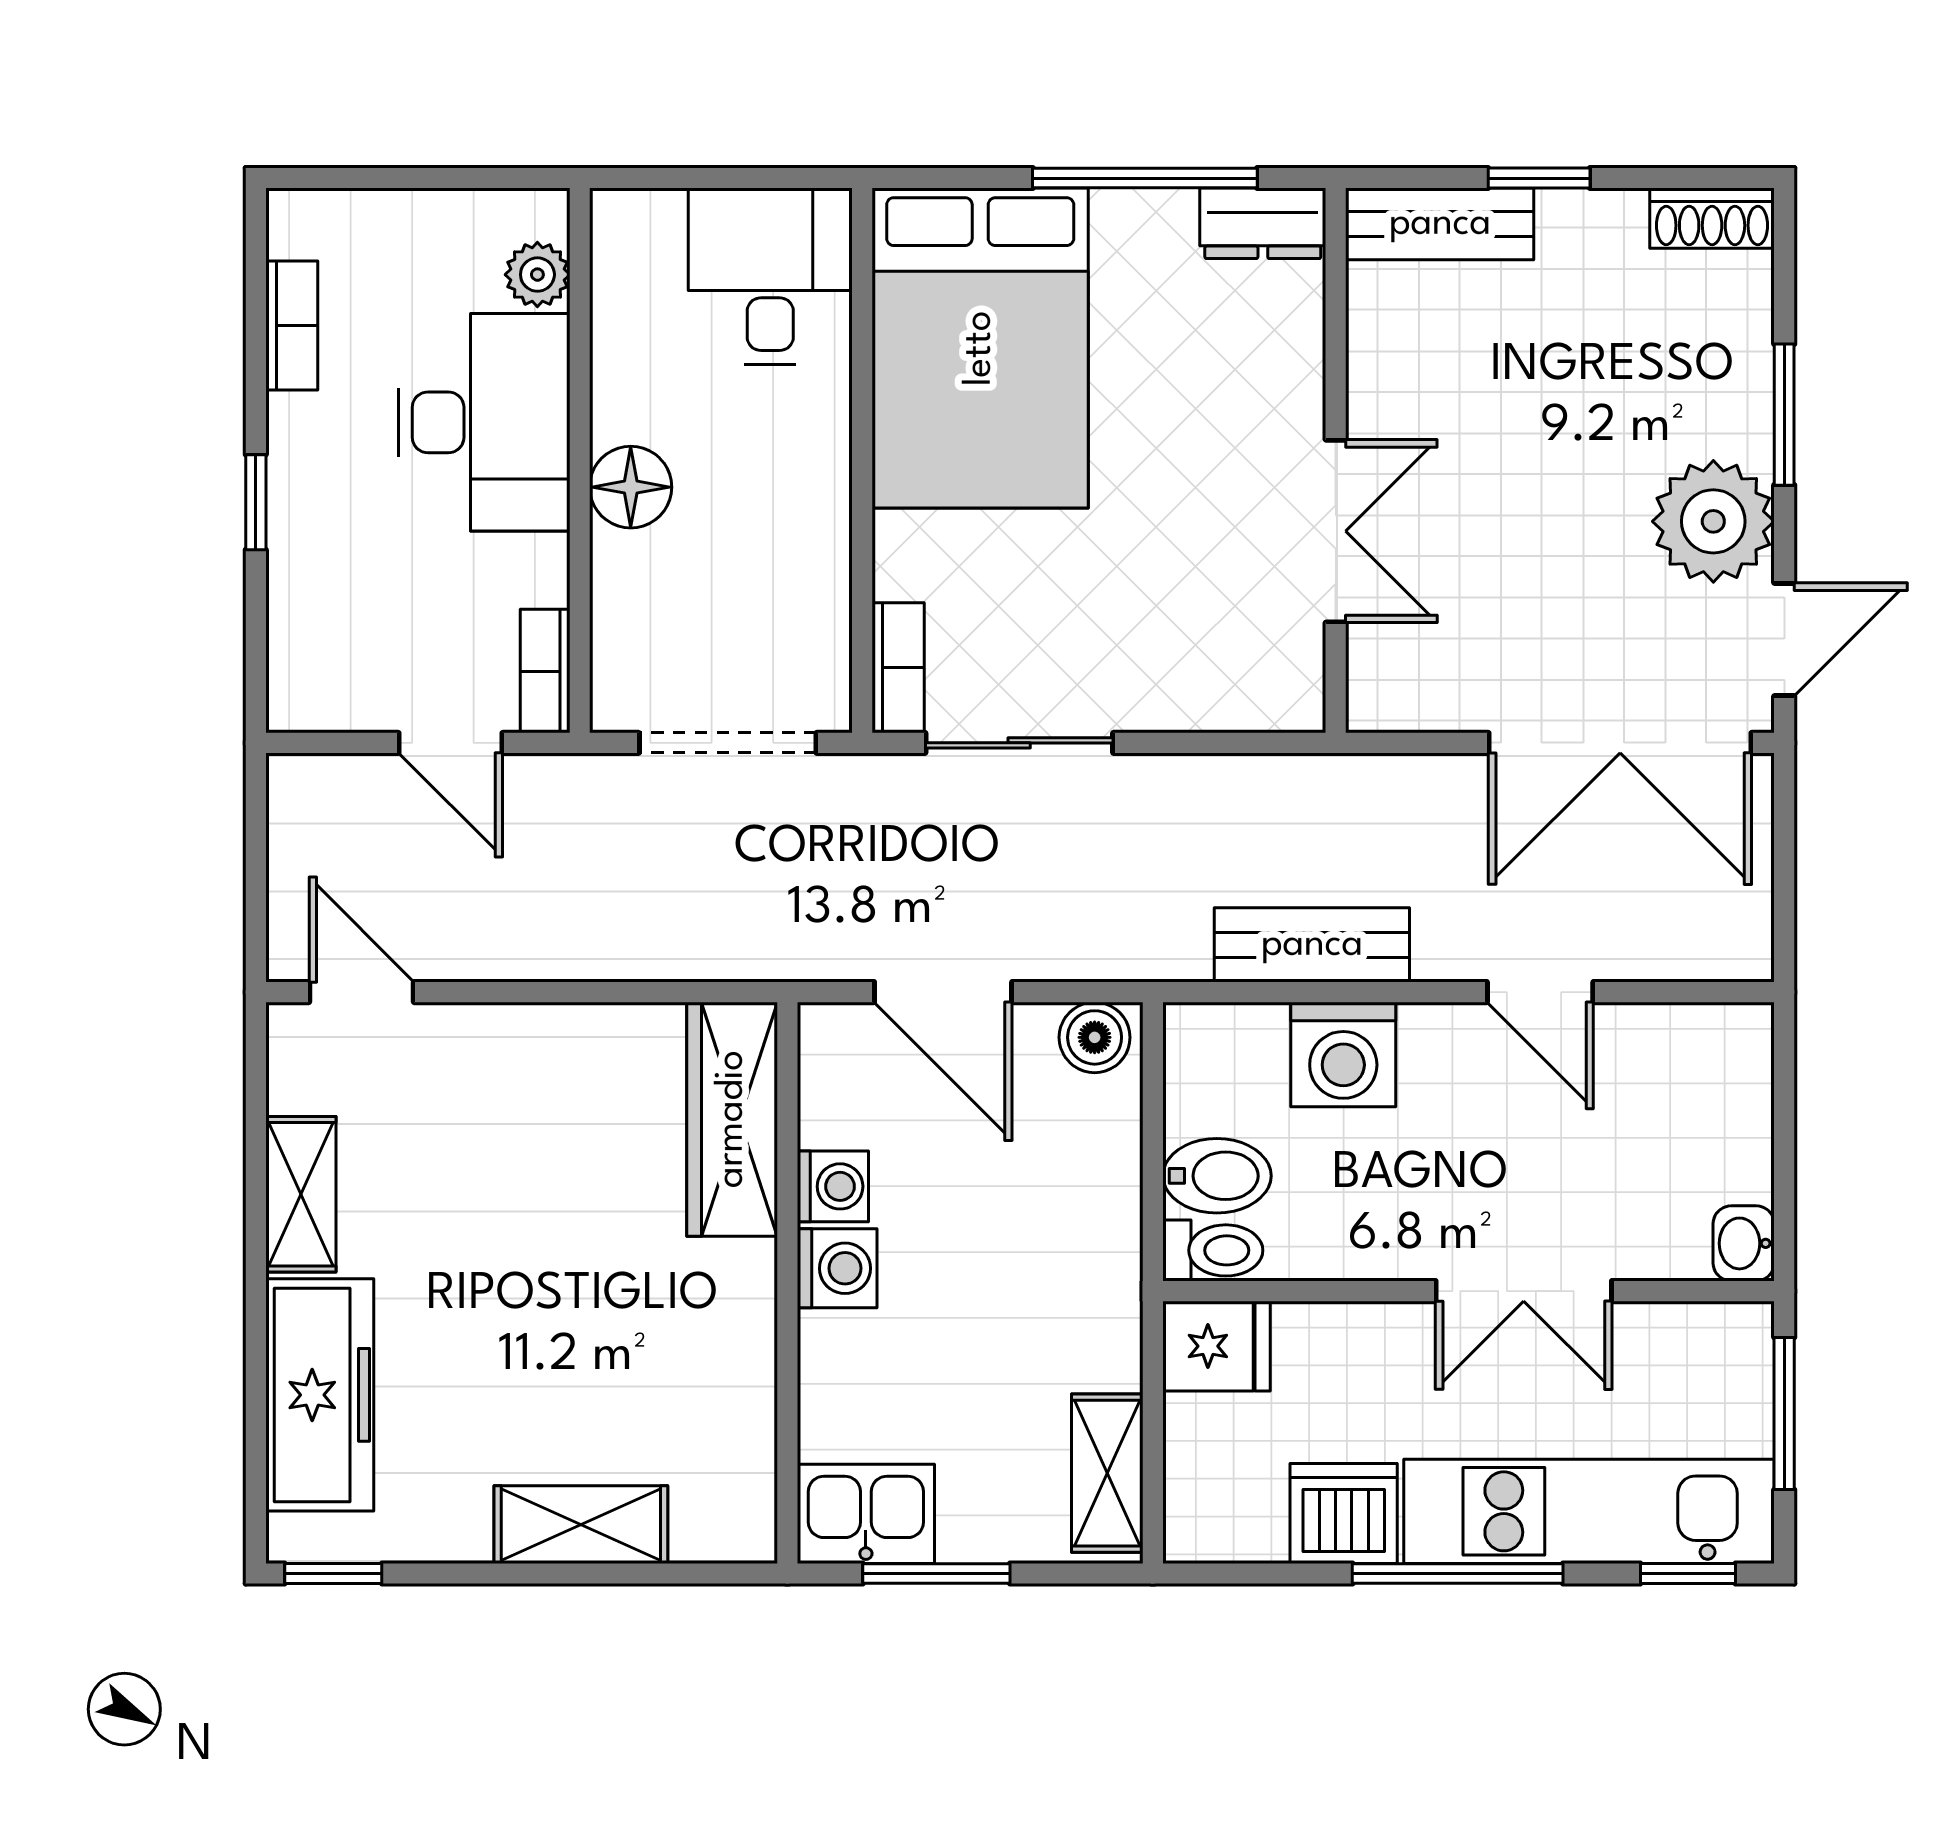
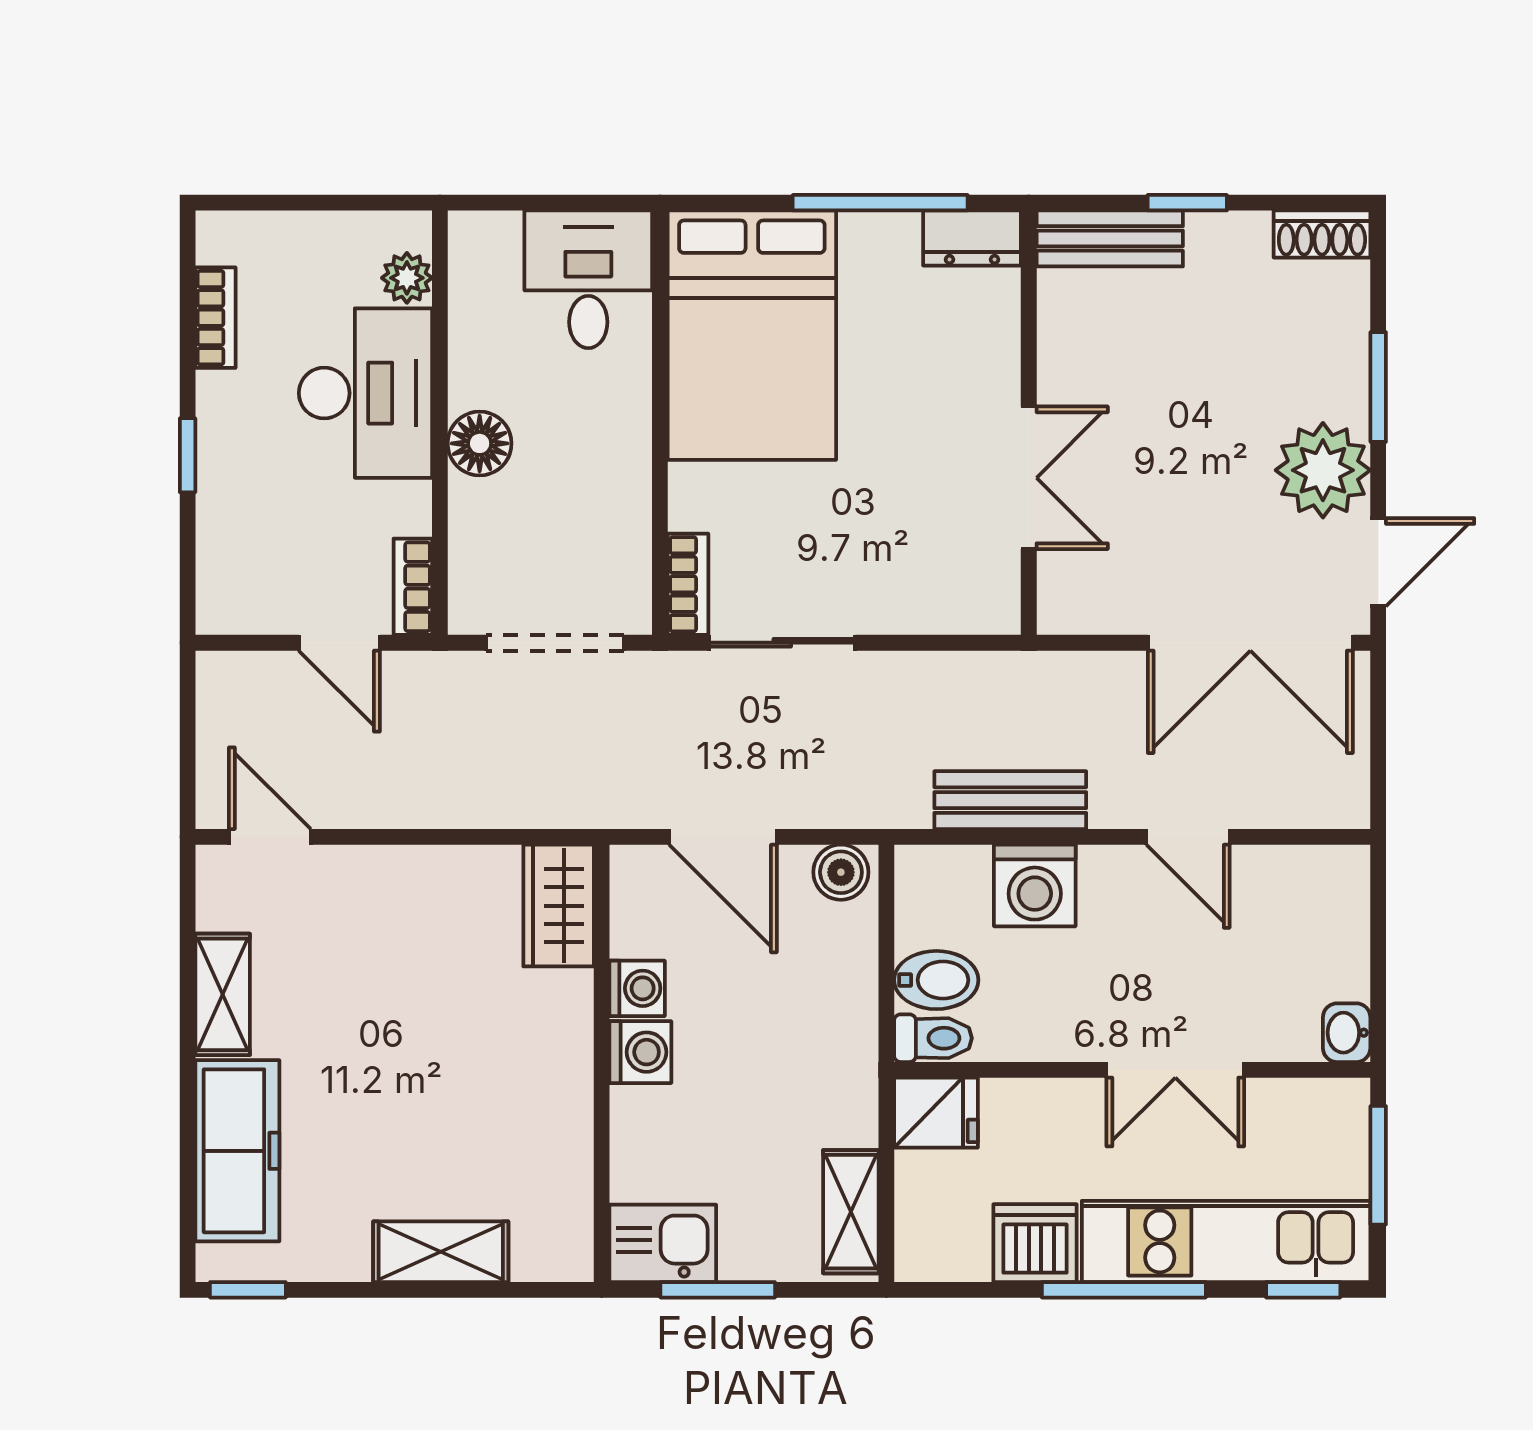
wardrobe: (732, 1119) -> (559, 906), width x0.67

